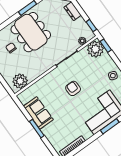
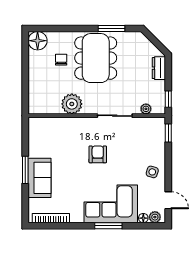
plant: (95, 49) -> (154, 128), removed
plant: (20, 81) -> (72, 104), moved
sofa: (38, 113) -> (40, 178), moved

